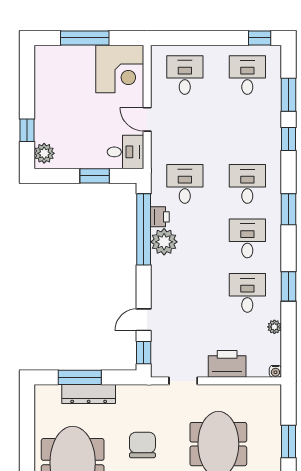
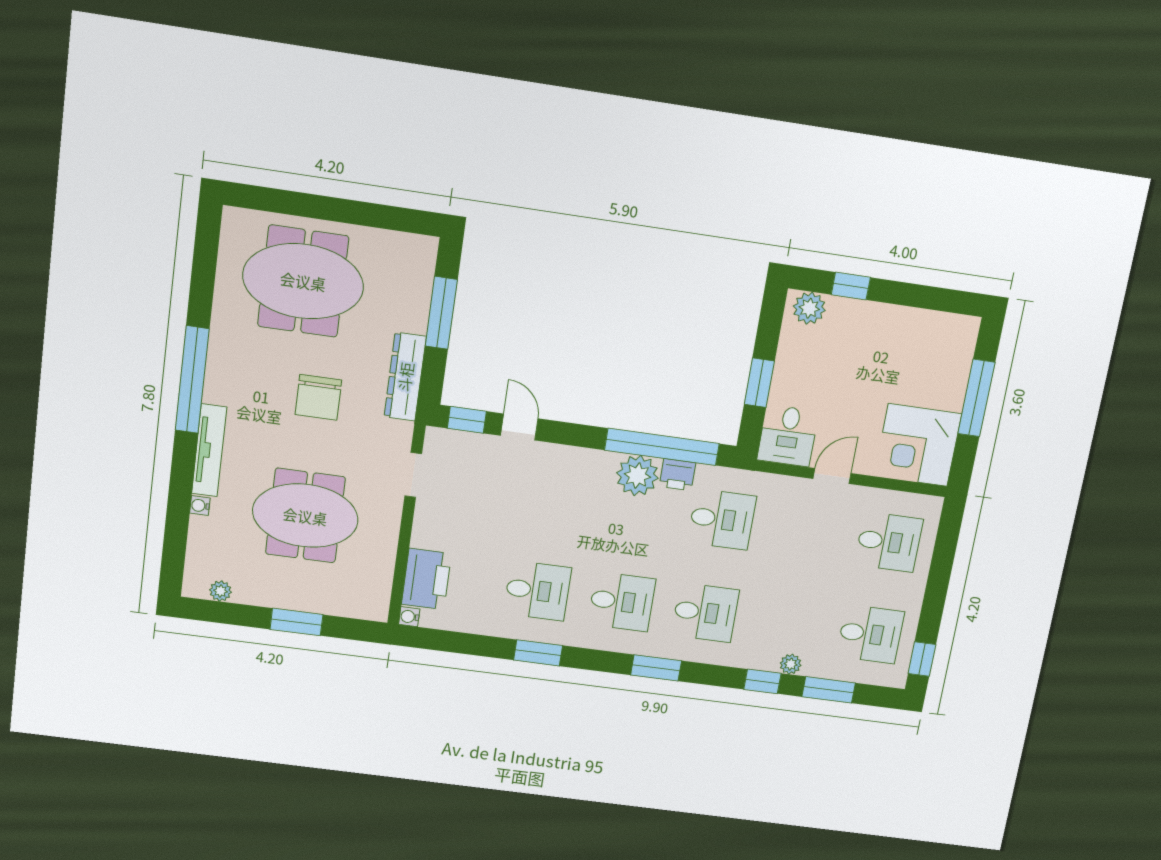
plant: (274, 327) -> (791, 664), moved
printer: (227, 364) -> (426, 579), moved
dresser: (89, 394) -> (405, 377), moved
chair: (142, 445) -> (318, 397), turned 90

